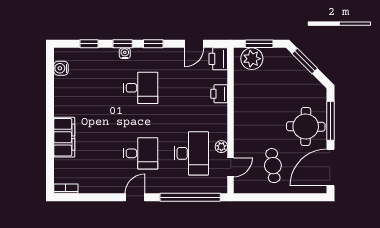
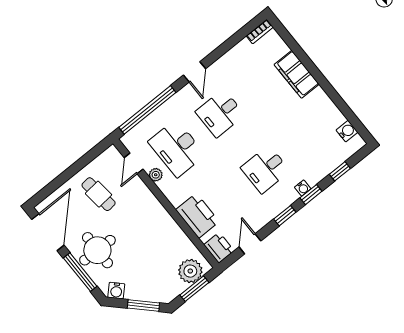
water cooler: (315, 87) -> (116, 291), added
printer: (219, 94) -> (197, 216), width x1.87, depth x1.48

